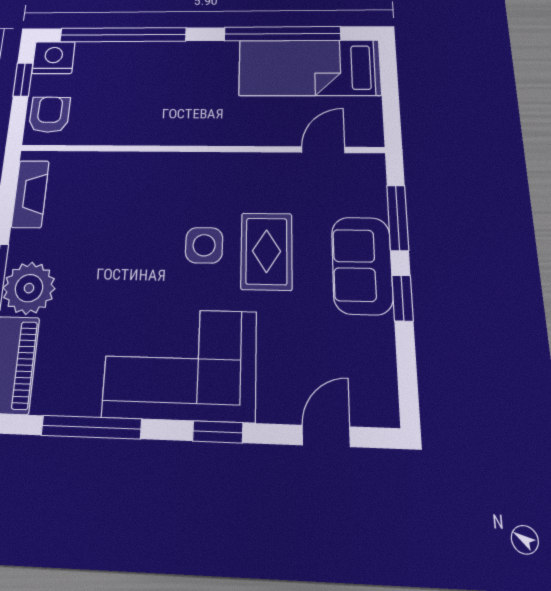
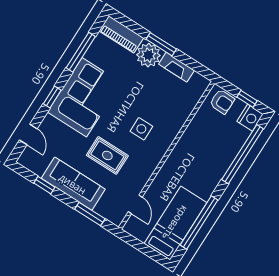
fireplace: (30, 194) -> (177, 67), moved
side table: (204, 245) -> (141, 129), moved
sofa: (362, 265) -> (73, 184), width x1.36
window: (402, 298) -> (44, 185), moved

